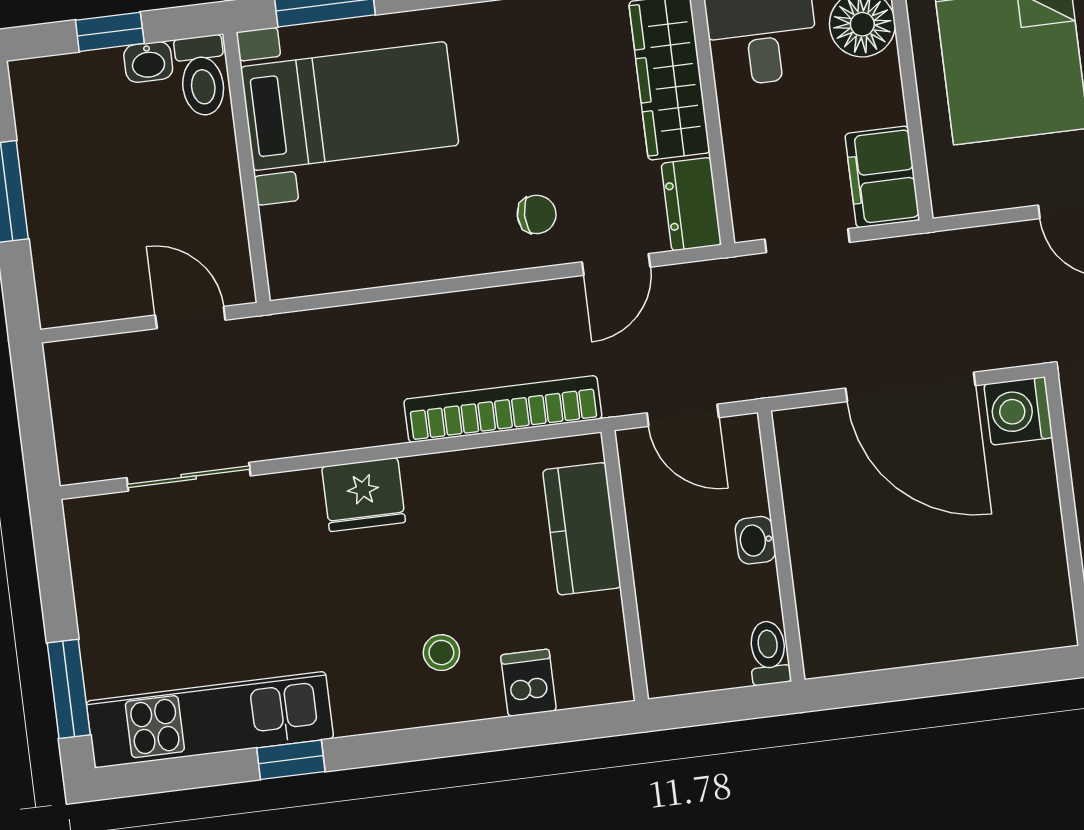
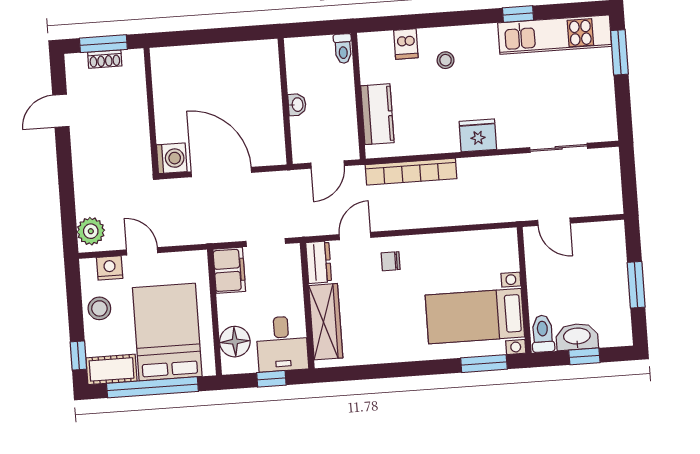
washbasin: (148, 62) -> (577, 337), width x1.91, depth x1.45
door: (683, 415) -> (328, 164), swing flipped
toilet: (769, 653) -> (343, 49), moved

